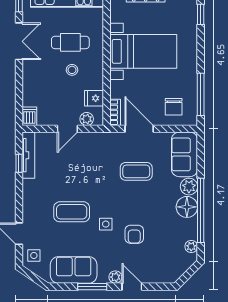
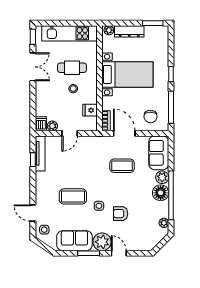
window: (201, 14) -> (171, 74), moved
plant: (87, 119) -> (52, 126), moved
armchair: (134, 234) -> (121, 214), turned 90
plant: (115, 277) -> (102, 242), width x1.87, depth x1.87

